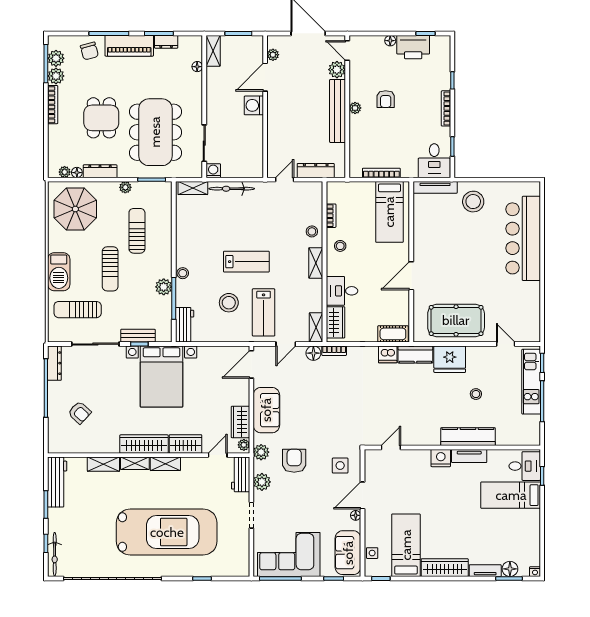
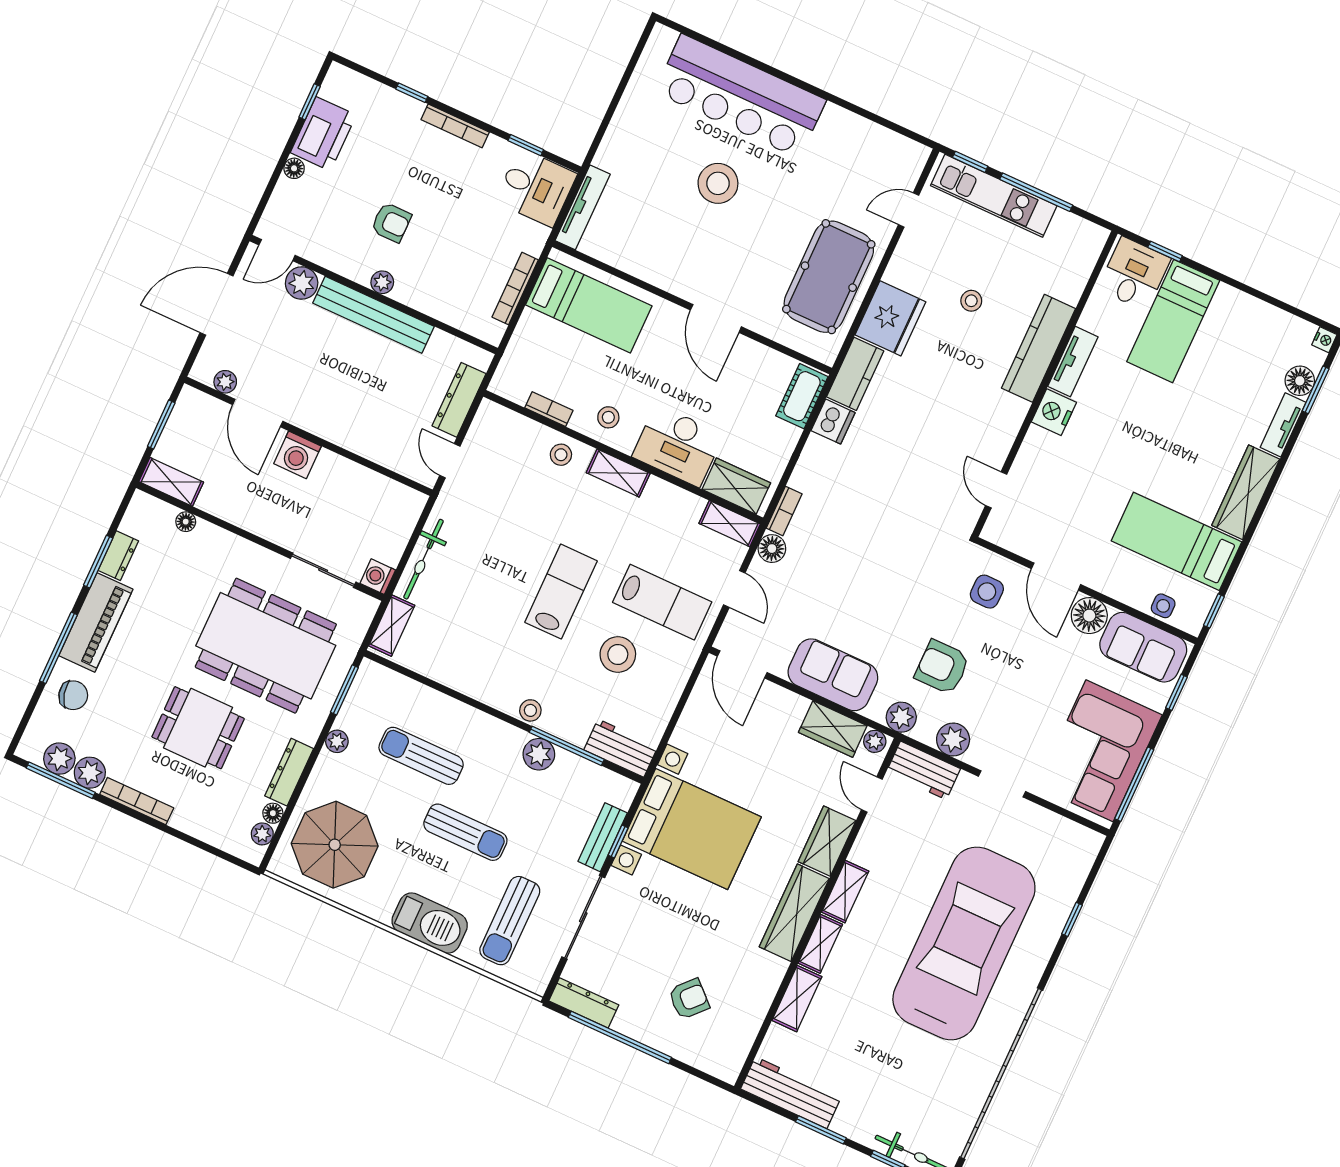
stool: (473, 202) -> (718, 183), moved
desk: (342, 291) -> (678, 446), width x1.37
floor lamp: (356, 515) -> (1089, 616), width x1.89, depth x1.89

